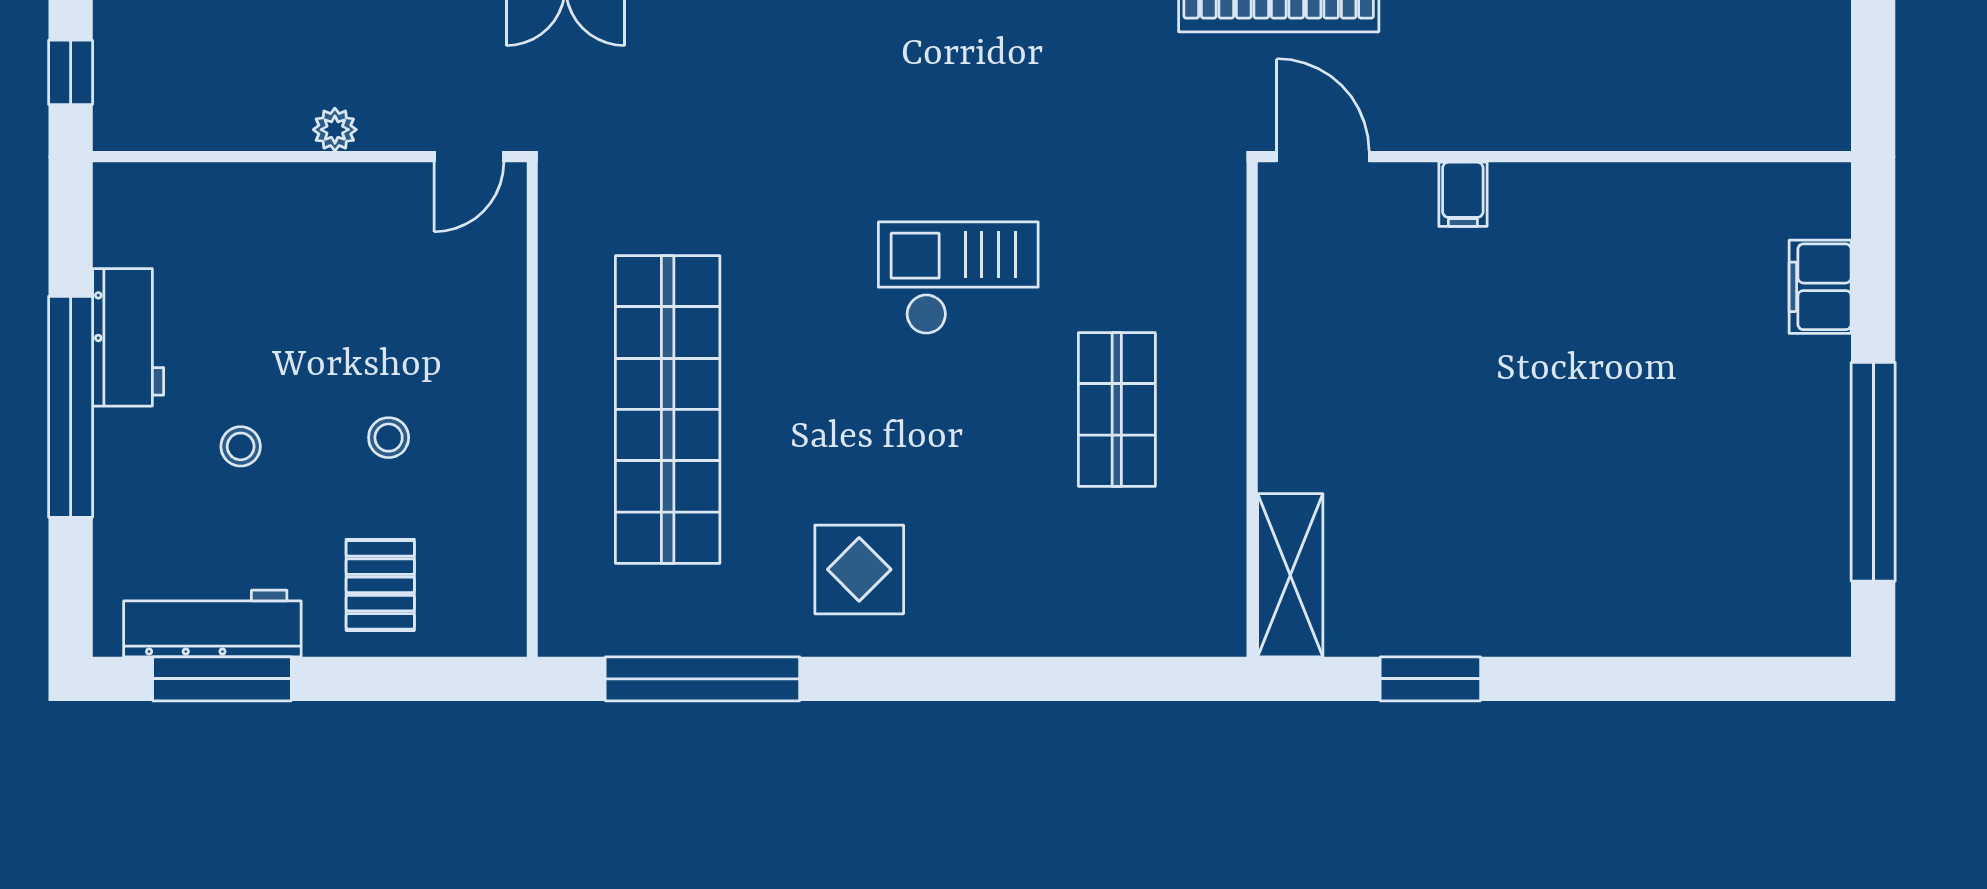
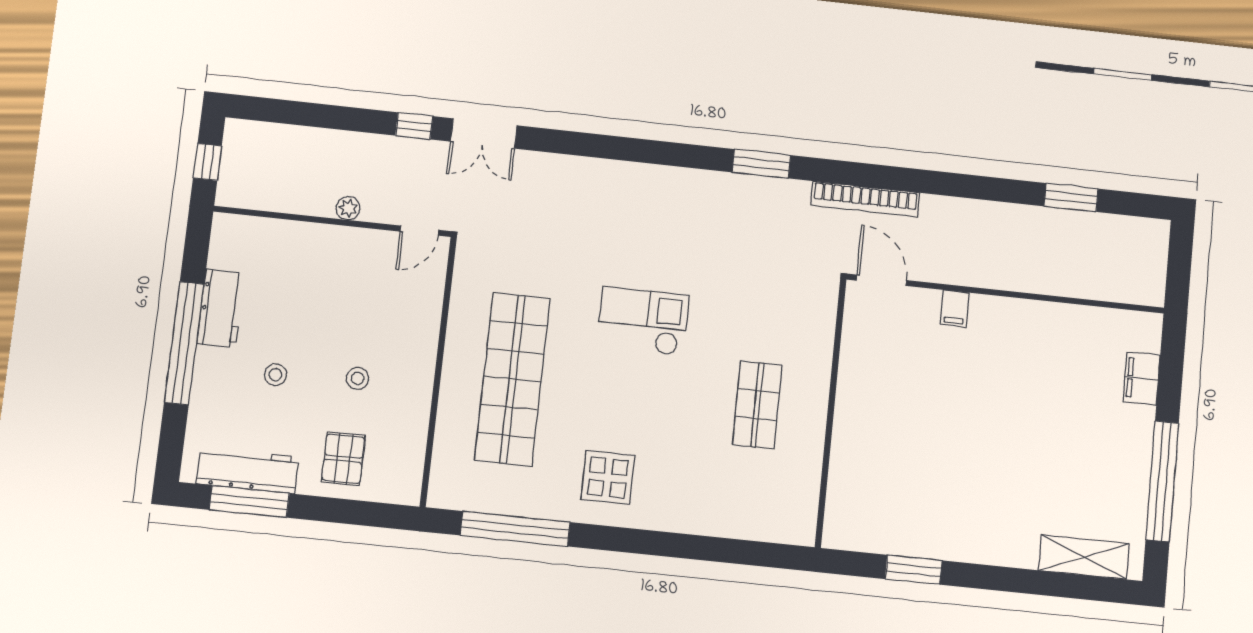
checkout: (958, 278) -> (643, 321), moved
shelving: (1290, 575) -> (1084, 557), moved, turned 90

